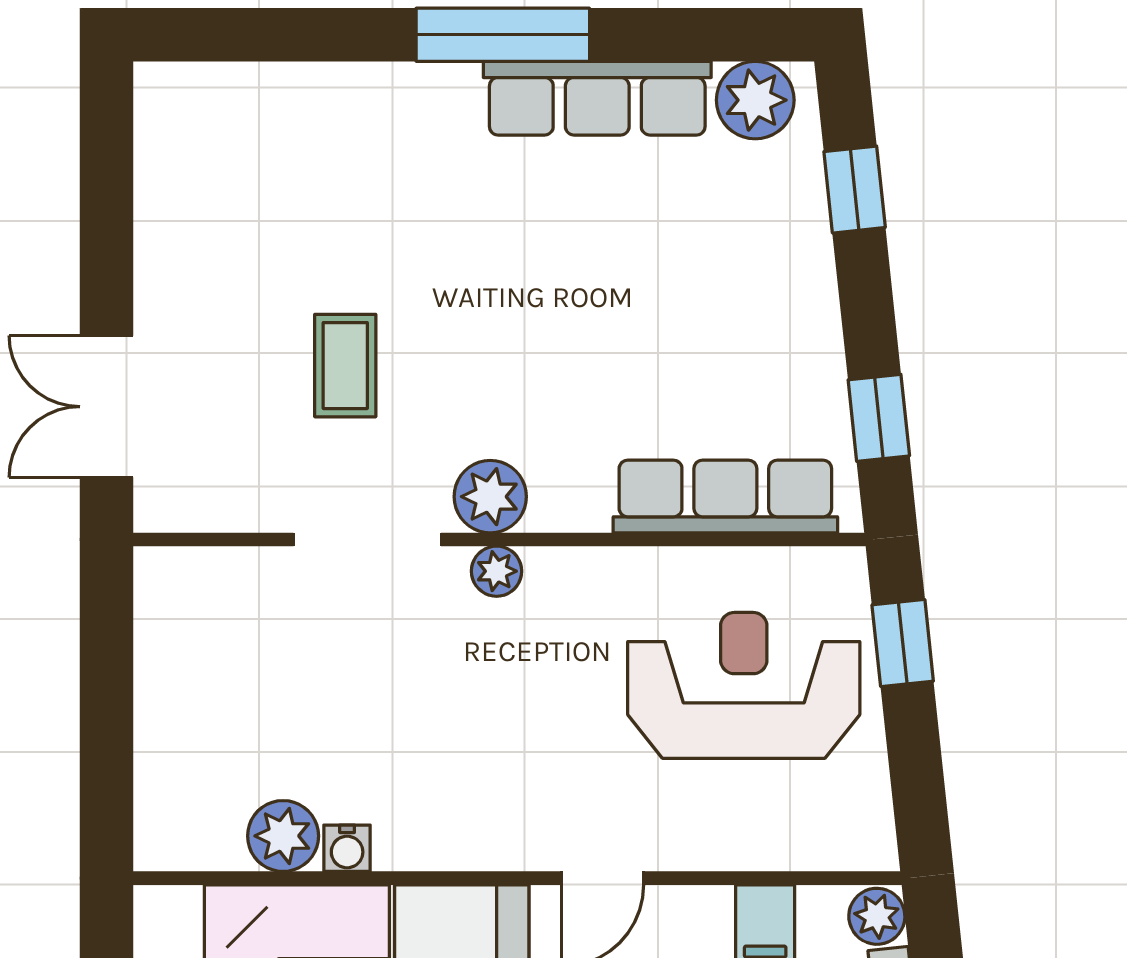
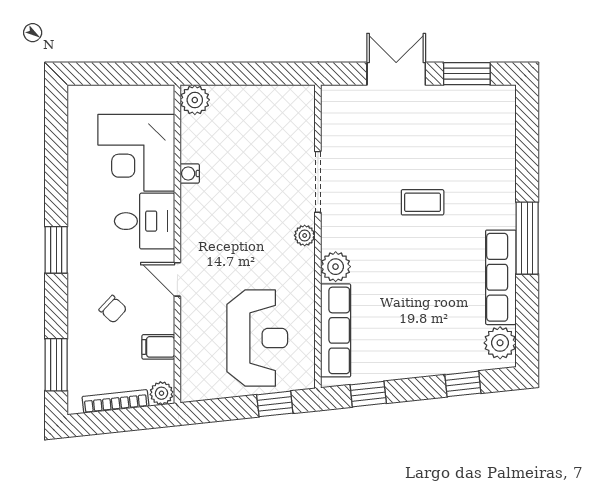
window: (106, 180) -> (467, 74), added
coffee table: (345, 366) -> (423, 202), moved
double door: (106, 407) -> (396, 74), moved
plant: (490, 497) -> (336, 267), moved
plant: (283, 836) -> (195, 100), moved

